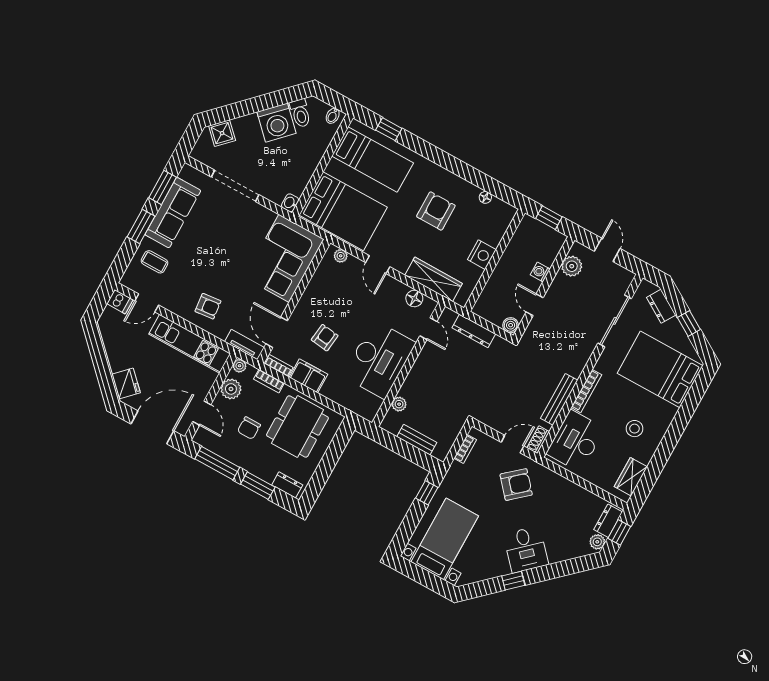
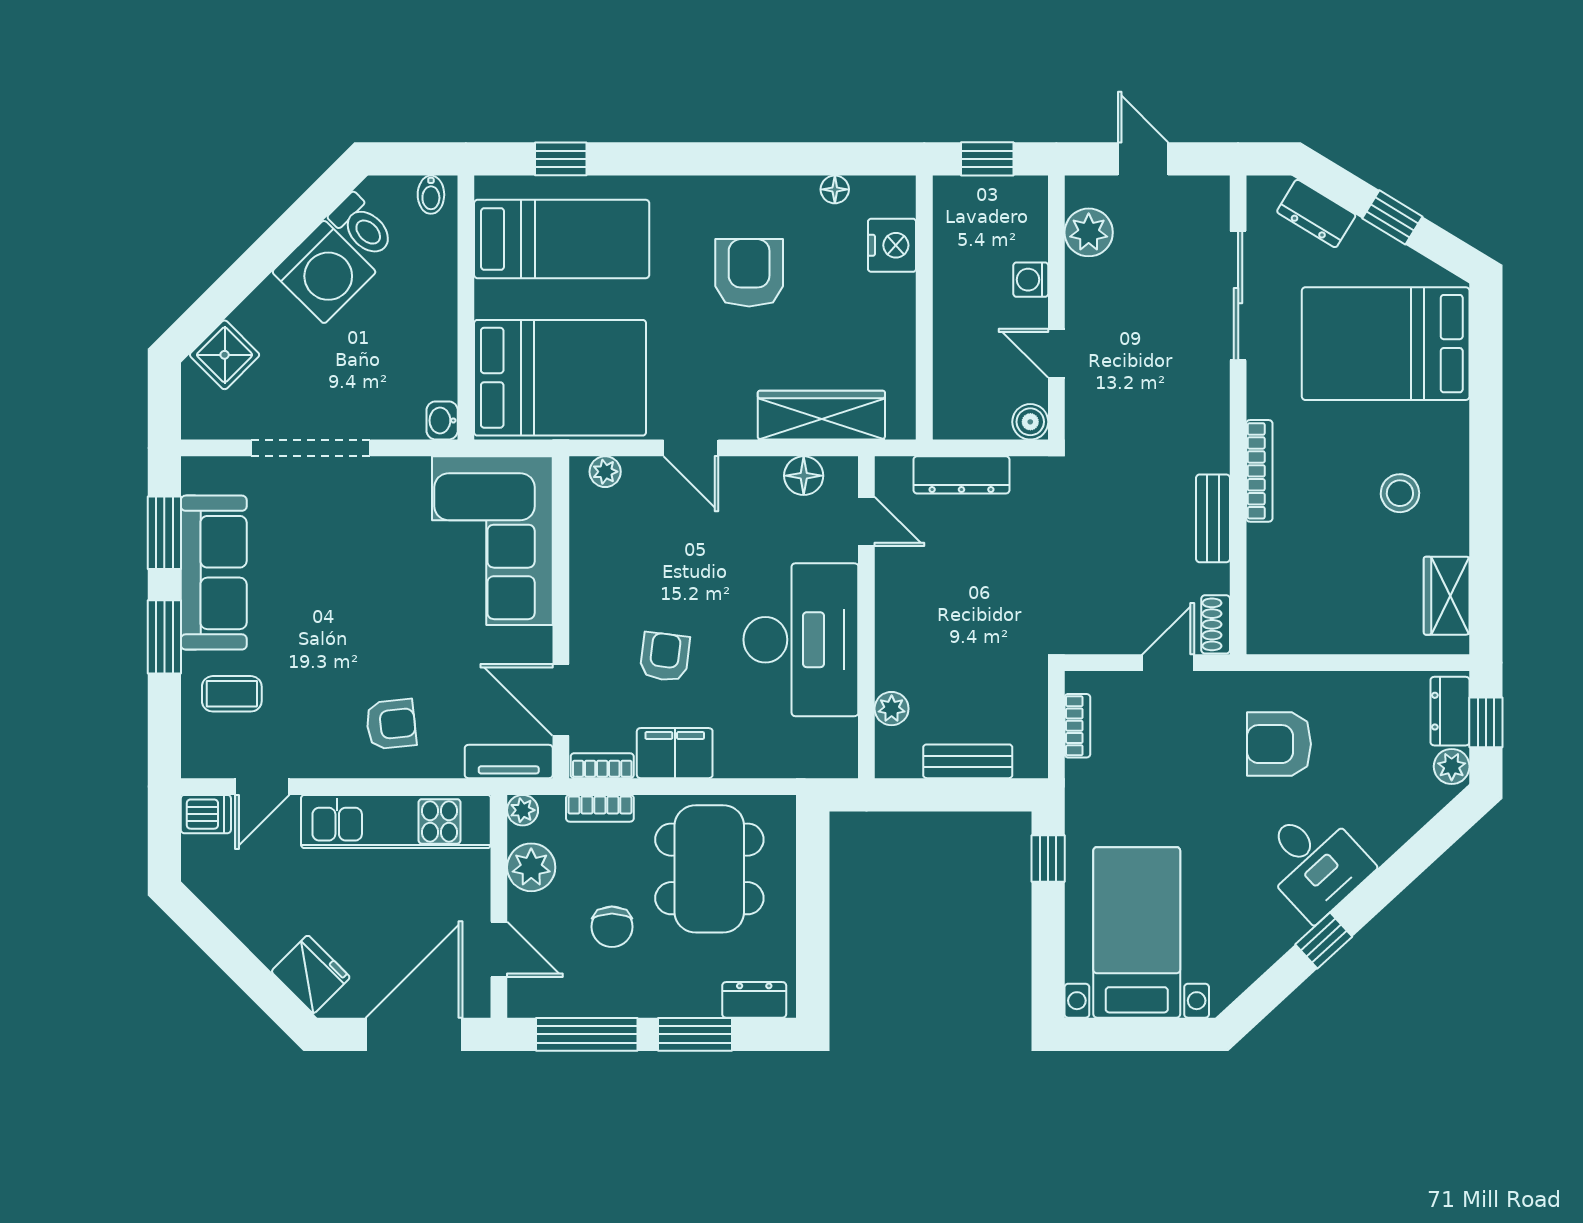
nightstand: (482, 255) -> (892, 245), moved
bench: (559, 399) -> (1213, 518), width x0.73
desk: (576, 441) -> (1293, 585), removed
armchair: (516, 485) -> (1279, 744), moved, turned -139

